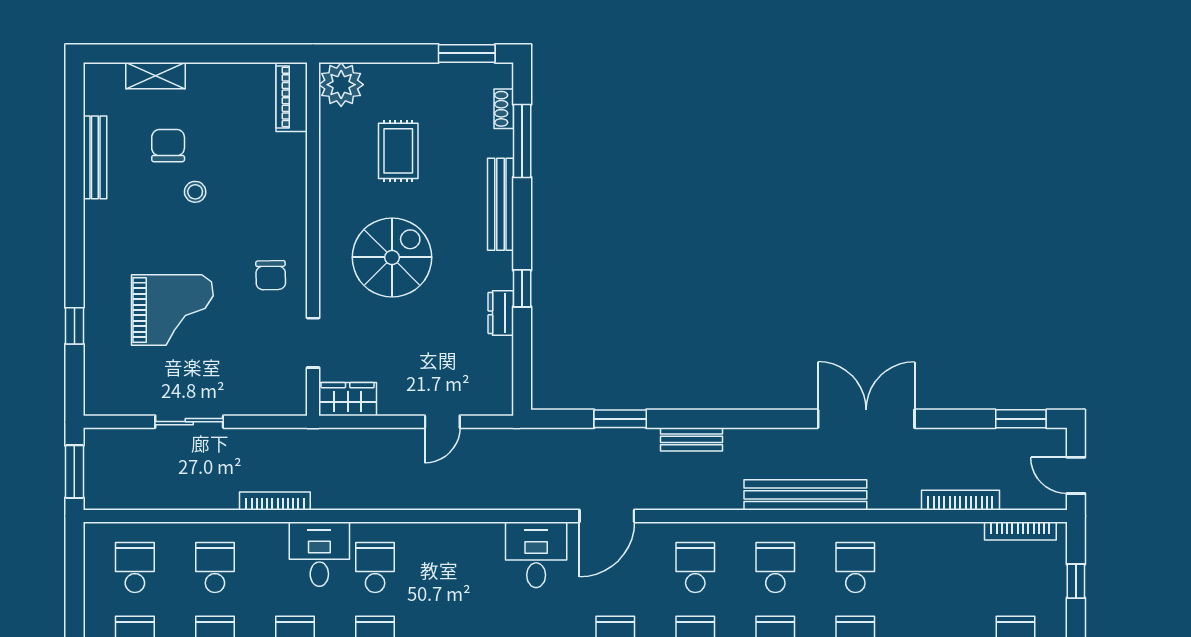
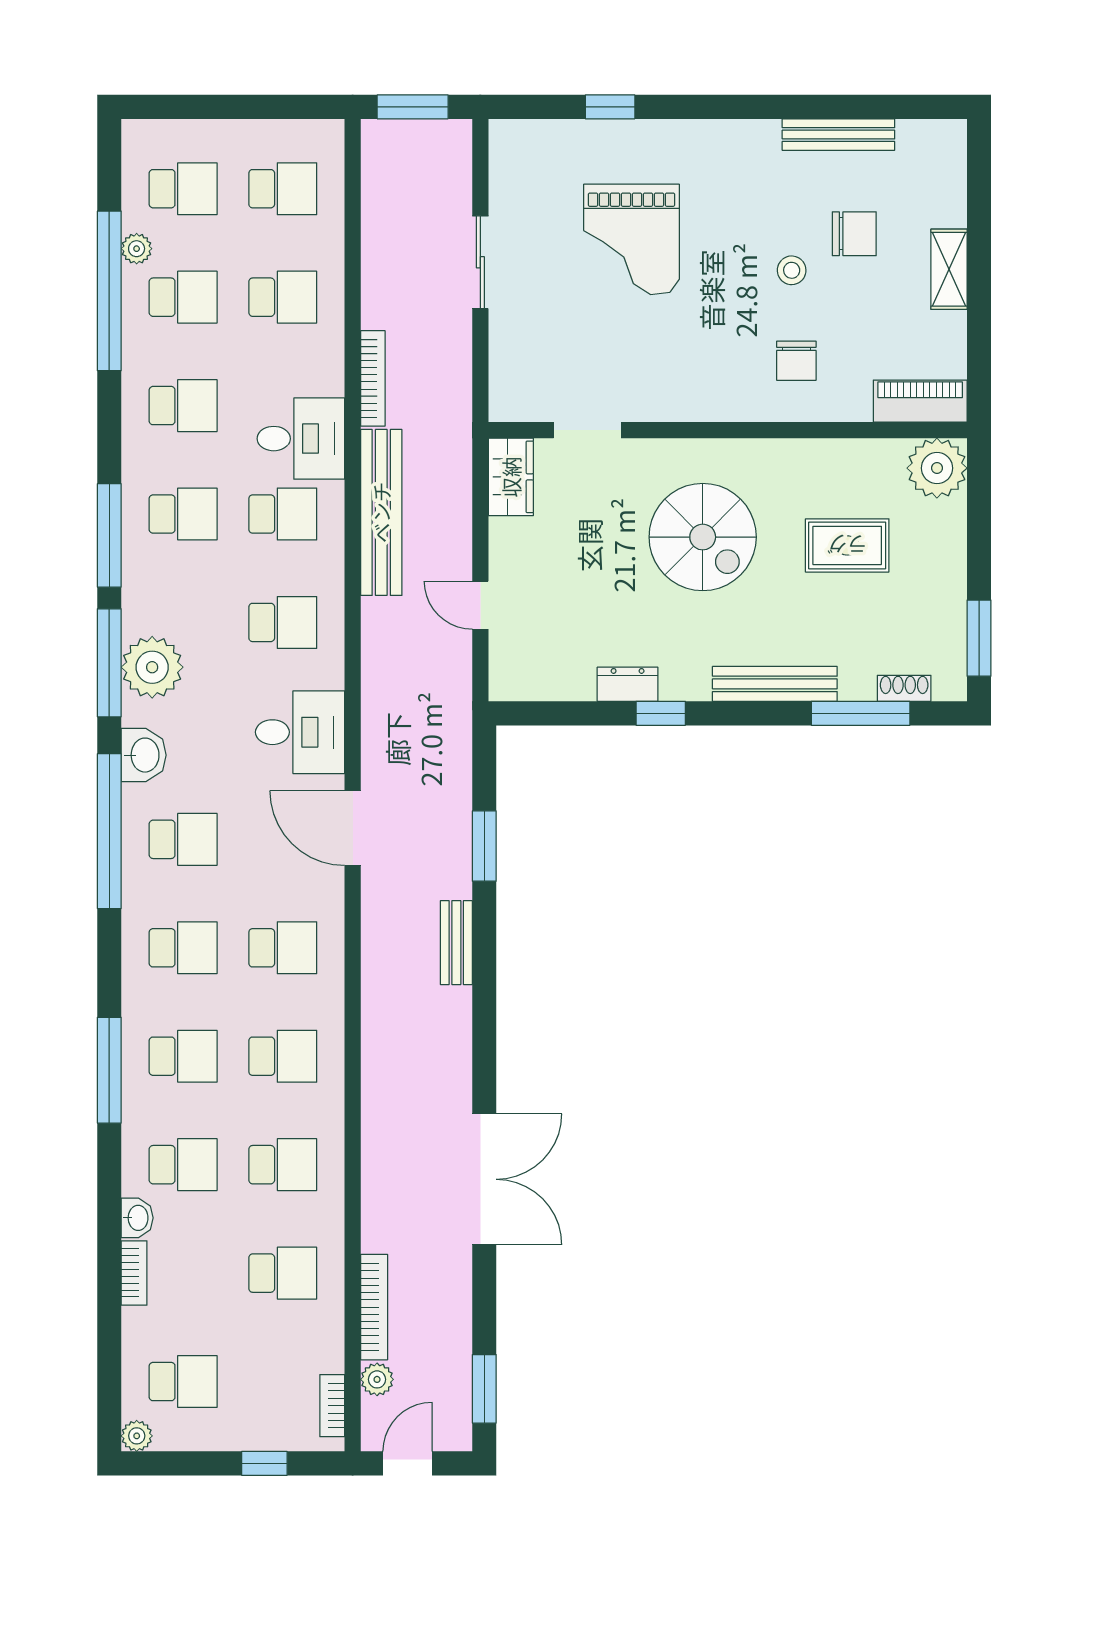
shelving: (155, 76) -> (949, 269), moved
chair: (271, 275) -> (796, 361), moved, turned -89
bench: (805, 495) -> (381, 512), moved
plant: (1014, 498) -> (377, 1379), added
bookcase: (1020, 531) -> (332, 1406), width x0.64
school desk: (455, 568) -> (283, 622), added
school desk: (935, 568) -> (283, 1273), added

